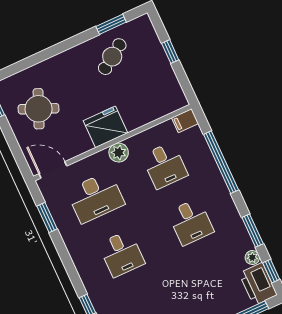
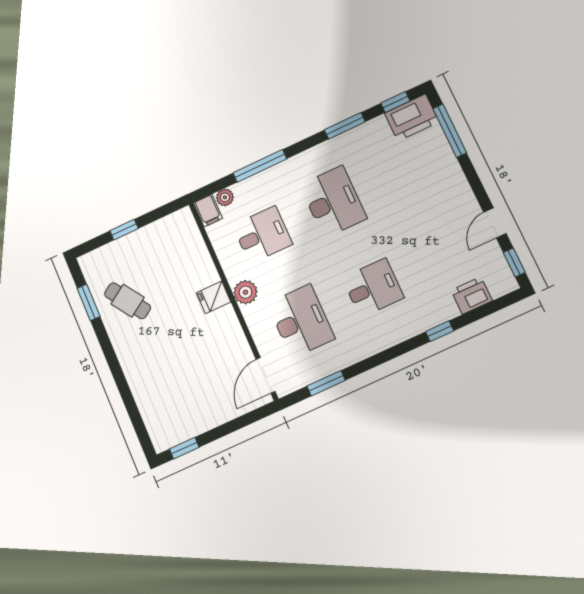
round table: (39, 109) -> (189, 393), removed
fridge: (105, 127) -> (214, 297), width x0.53, depth x0.75
window: (221, 162) -> (260, 166), width x0.68
desk: (191, 222) -> (333, 202), width x1.37
plant: (252, 257) -> (225, 197), moved

